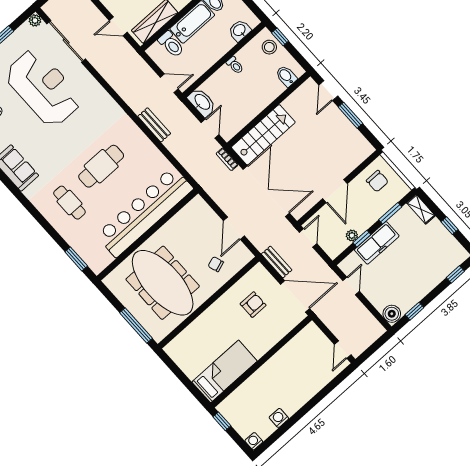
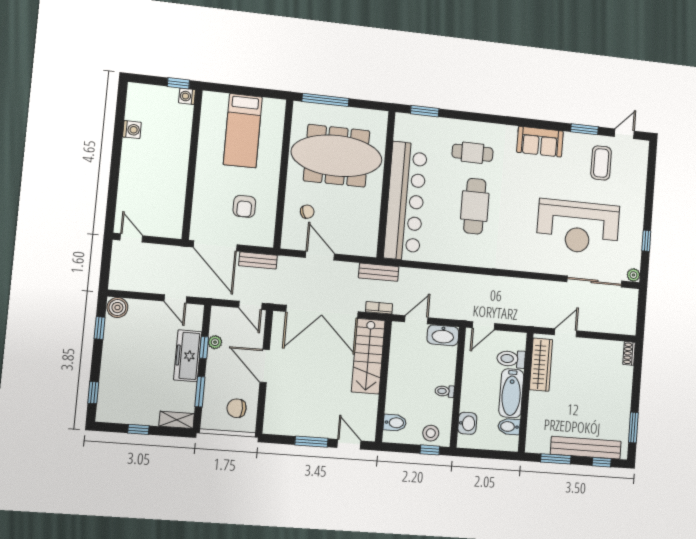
bench: (154, 125) -> (379, 272), moved
door: (210, 129) -> (416, 320), swing flipped
door: (295, 296) -> (215, 246), hinge flipped
bed: (225, 371) -> (243, 131), moved
washing machine: (254, 441) -> (187, 96), moved, turned 180

